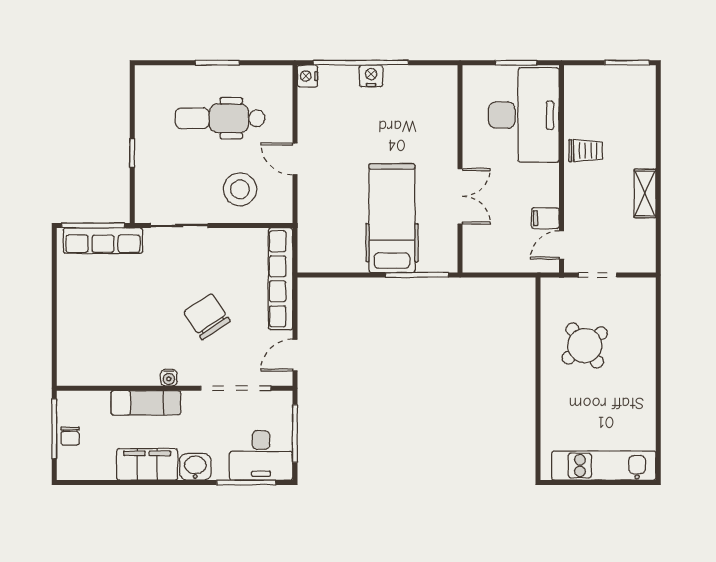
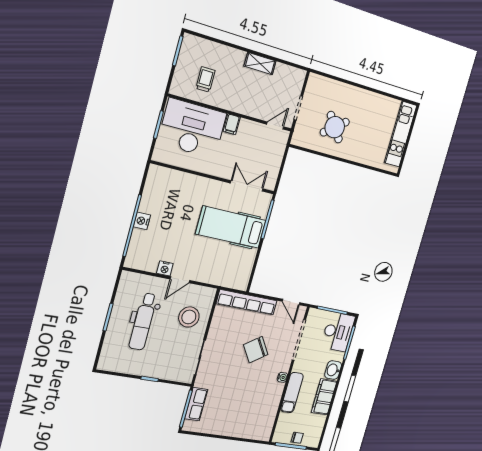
nightstand: (307, 76) -> (165, 268), moved
trolley: (586, 151) -> (205, 79), moved
double door: (460, 196) -> (247, 186), moved
filing cabinet: (545, 218) -> (232, 124), moved
row of seats: (103, 241) -> (196, 404), width x0.68
door: (562, 245) -> (275, 125), swing flipped

